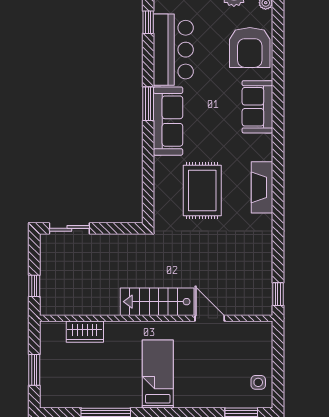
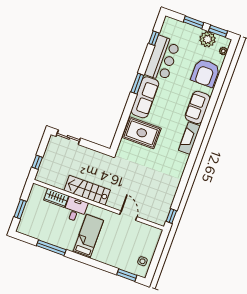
fireplace: (262, 187) -> (189, 138), moved
rug: (202, 190) -> (142, 133), moved, turned 90
stairs: (157, 302) -> (87, 190), moved
desk: (122, 339) -> (75, 210), added

